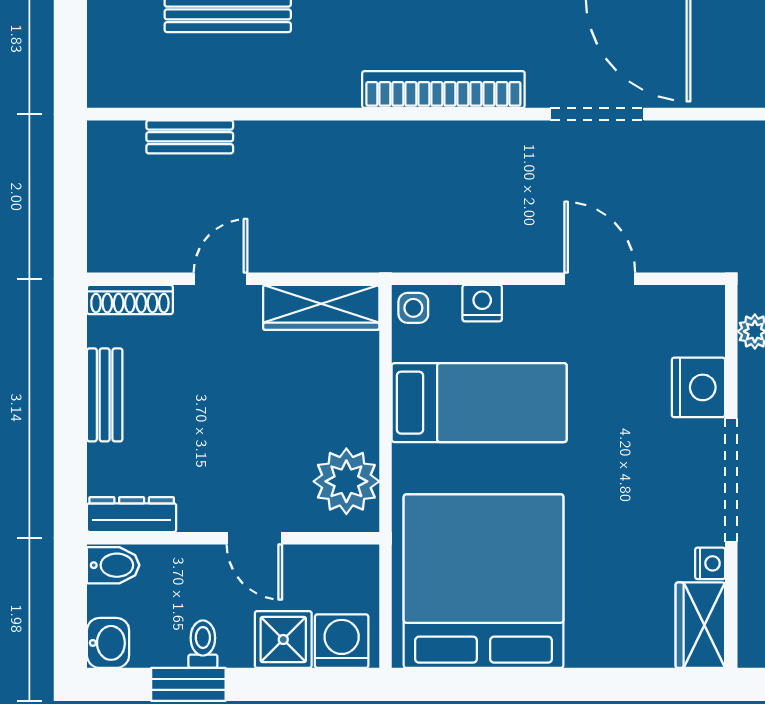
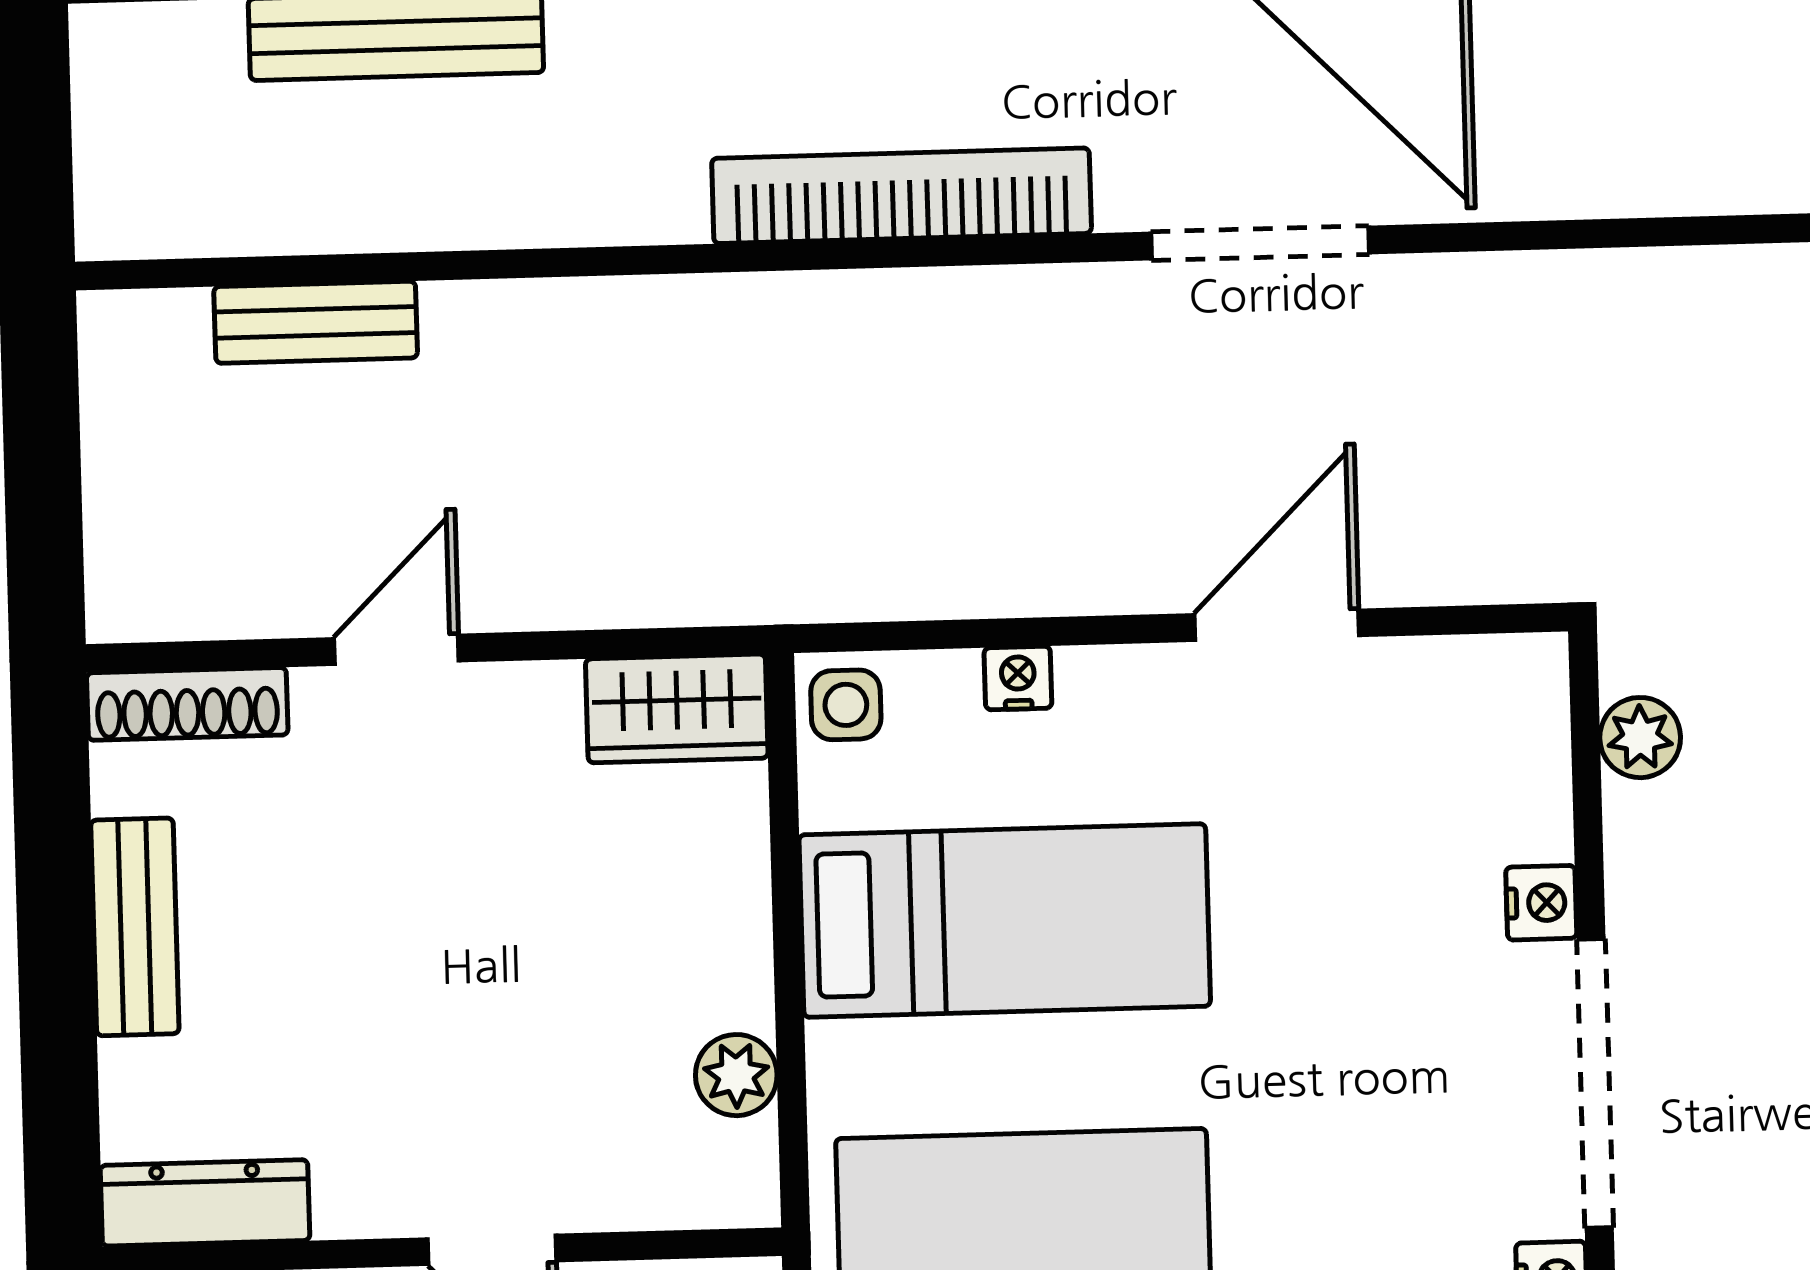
door: (600, 279) -> (1277, 625), hinge flipped
nightstand: (482, 303) -> (1018, 678), width x0.72, depth x0.74
wardrobe: (321, 307) -> (677, 708), width x0.67
nightstand: (698, 387) -> (1541, 903), width x0.53, depth x0.56
plant: (346, 481) -> (736, 1075), width x0.53, depth x0.53

